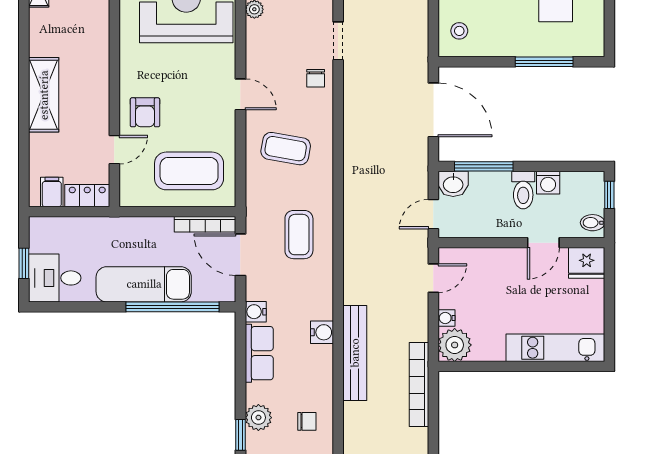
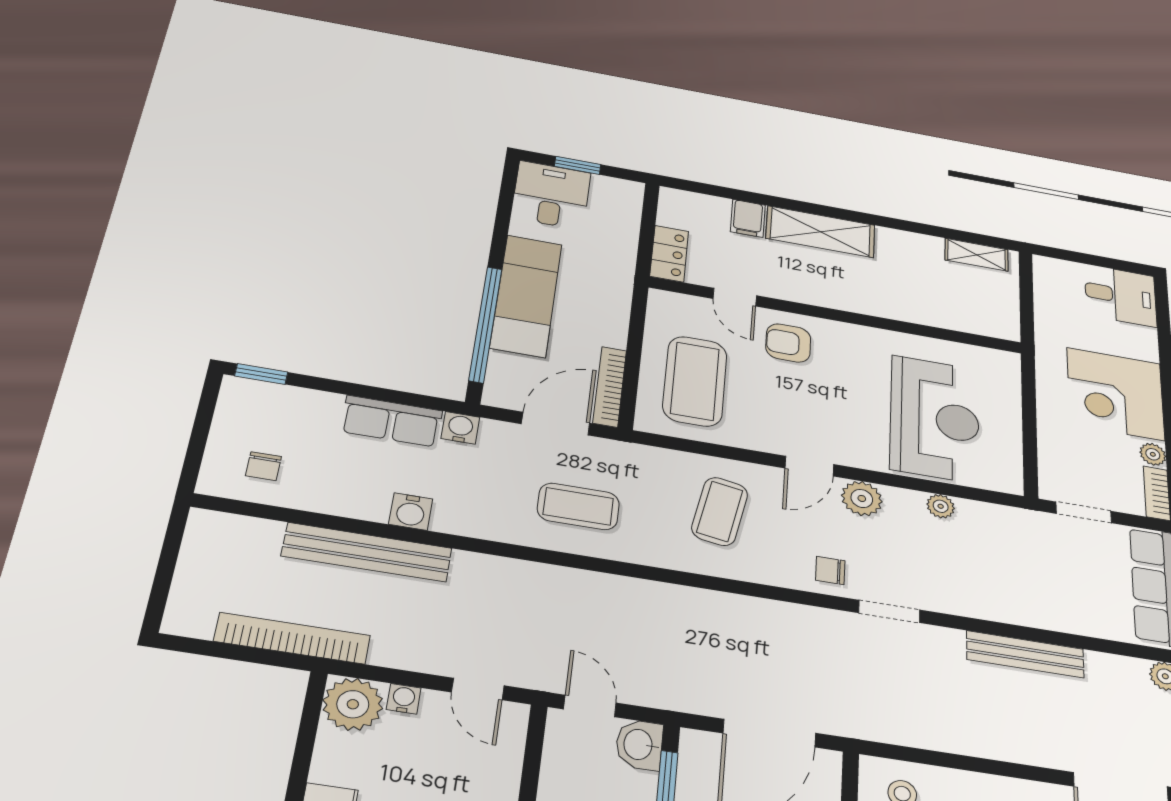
filing cabinet: (52, 192) -> (748, 218), moved, turned 90
plant: (258, 418) -> (862, 498), moved

